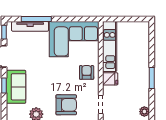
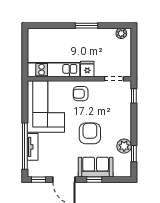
window: (36, 19) -> (25, 146), width x1.46
tv unit: (30, 26) -> (33, 147), width x0.71
armchair: (66, 105) -> (90, 133), moved

